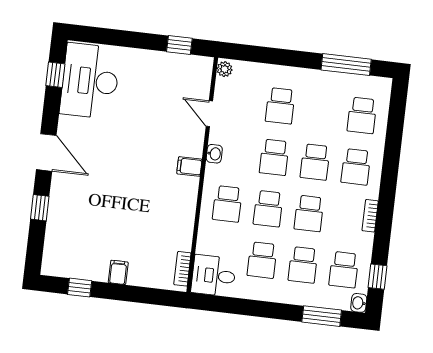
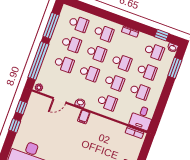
window: (142, 41) -> (15, 126), added
window: (275, 56) -> (38, 61), added
school desk: (321, 111) -> (71, 44), added

